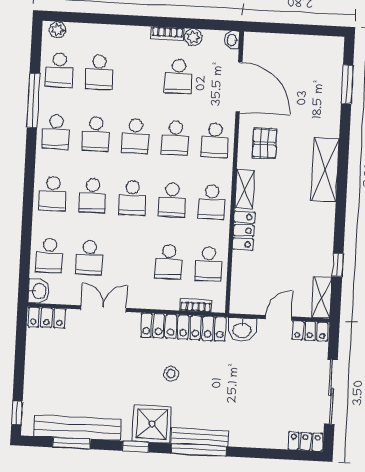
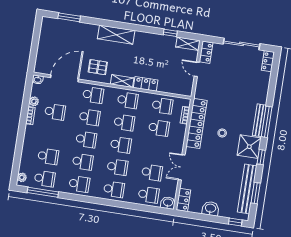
window: (33, 101) -> (43, 192), moved
washbasin: (242, 330) -> (210, 209), moved, turned -90

